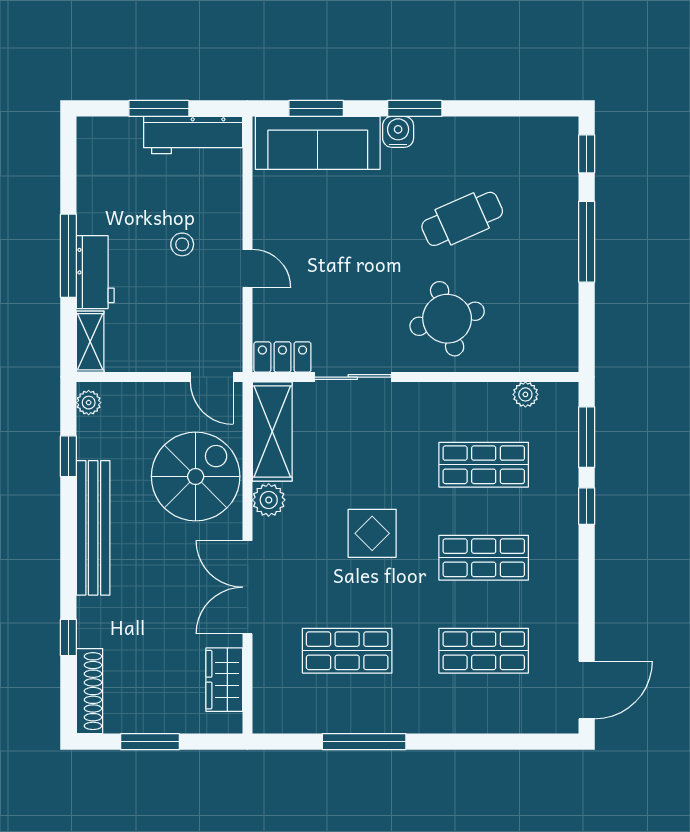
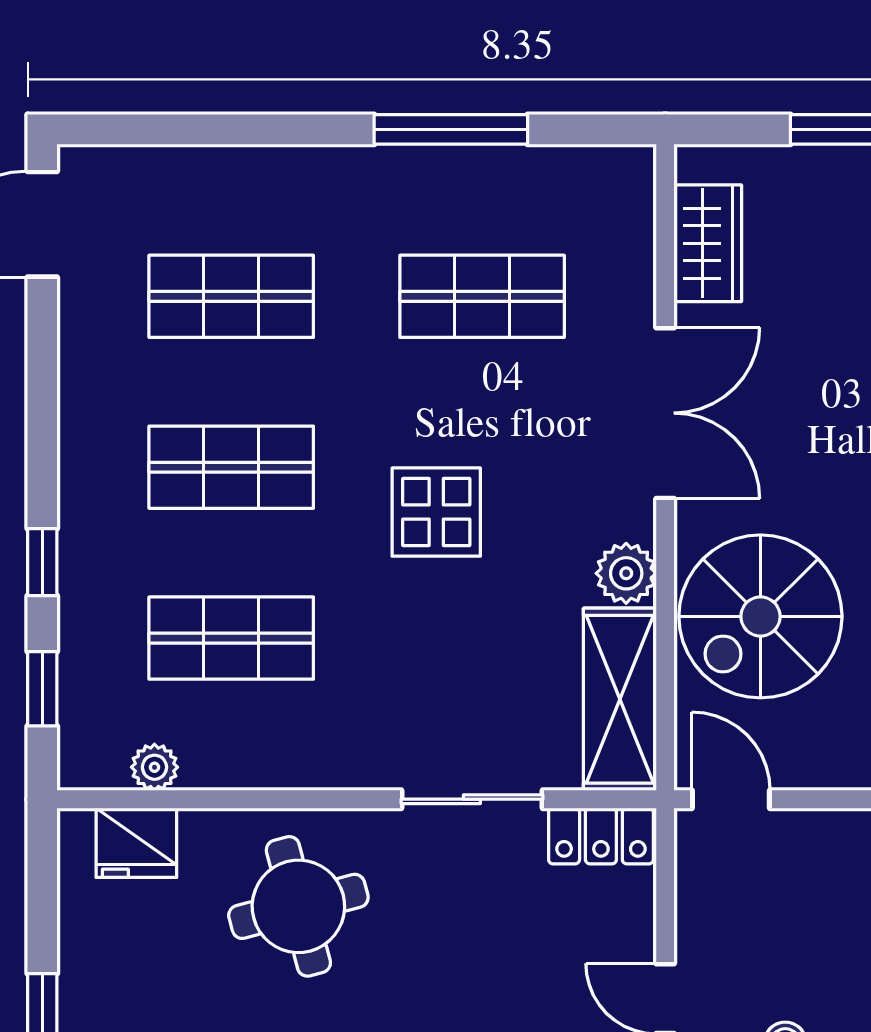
fridge: (535, 353) -> (136, 843), added
window: (587, 437) -> (42, 689), width x0.67

